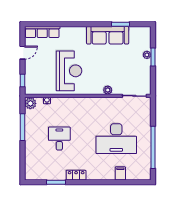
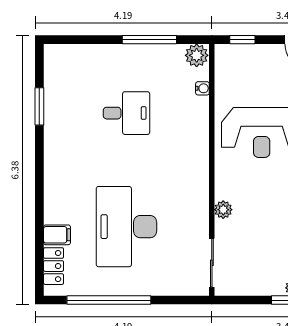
locker: (76, 175) -> (54, 266), moved

